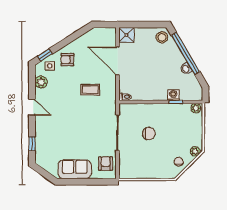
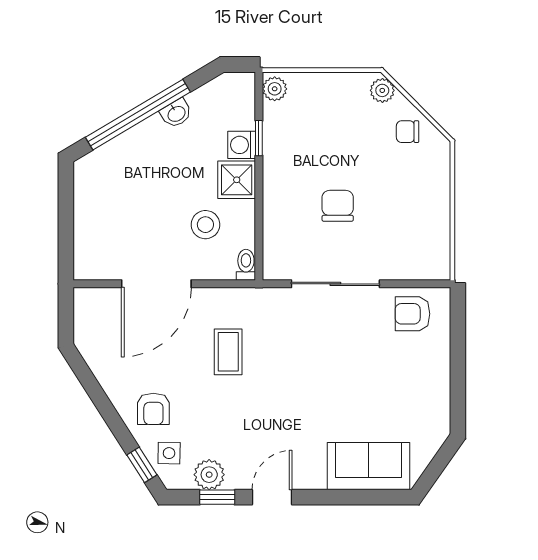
shower: (127, 35) -> (237, 180), moved
stool: (162, 37) -> (205, 225), moved
window: (32, 144) -> (217, 497), moved
sofa: (75, 169) -> (369, 466), moved, turned 90

